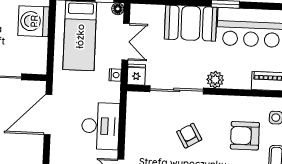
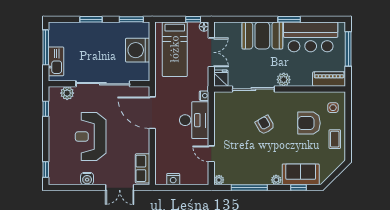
washing machine: (34, 21) -> (138, 50), moved
nightstand: (115, 75) -> (204, 96), moved
door: (48, 115) -> (152, 113), hinge flipped

